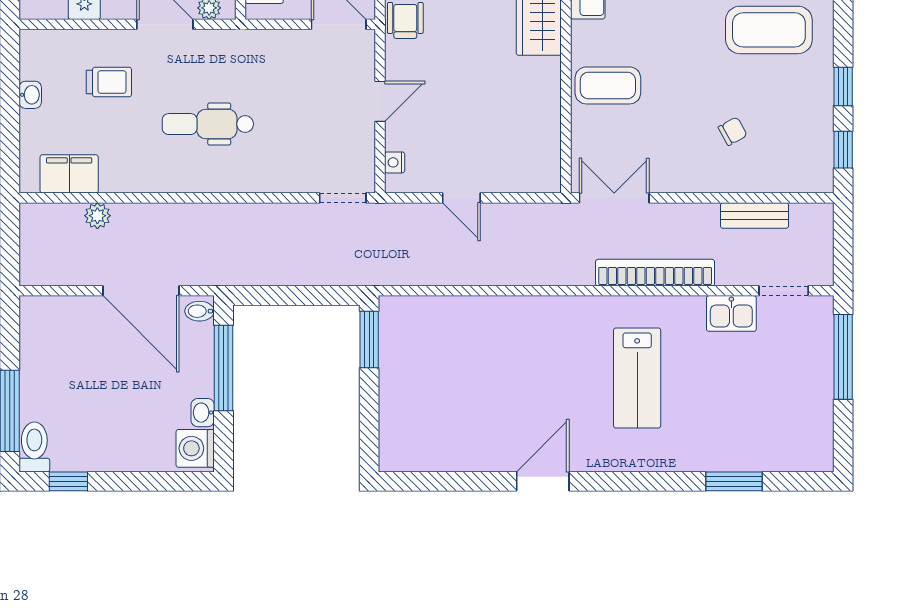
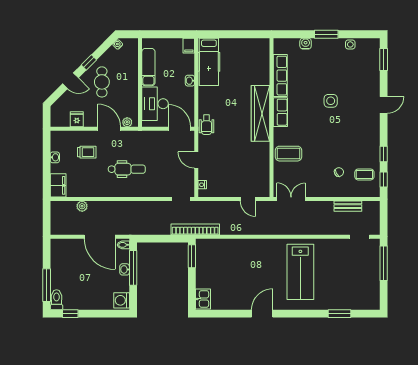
coffee table: (769, 30) -> (364, 174), moved, width x0.54, depth x0.58
door: (380, 101) -> (196, 160), swing flipped
dental chair: (208, 124) -> (127, 169), turned 180
filing cabinet: (69, 174) -> (58, 185), moved, turned 90
door: (461, 198) -> (248, 199), moved
bookcase: (655, 273) -> (195, 229), moved
kitchen sink: (731, 313) -> (203, 299), moved, turned -90
lab bench: (637, 378) -> (300, 272), width x1.36, depth x1.39
washbasin: (203, 413) -> (125, 269), moved

